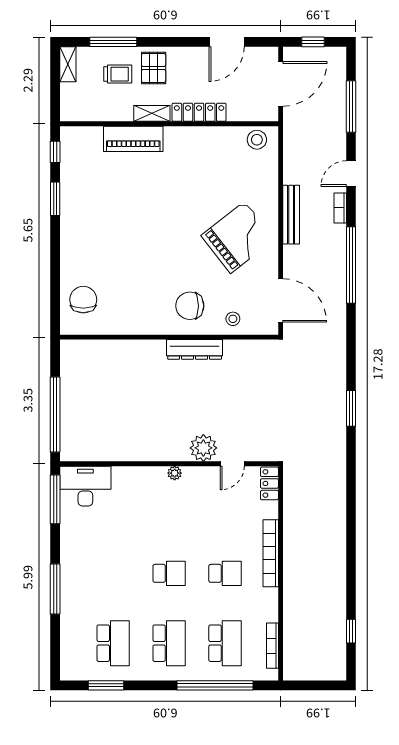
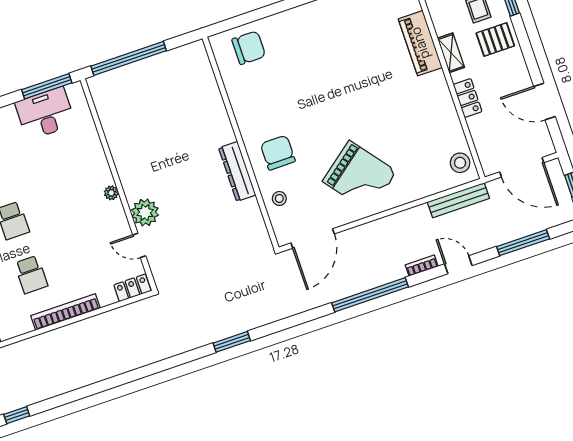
locker: (199, 112) -> (468, 98), width x0.66
bench: (291, 215) -> (458, 200), moved
desk: (85, 486) -> (45, 113), moved, turned -90

